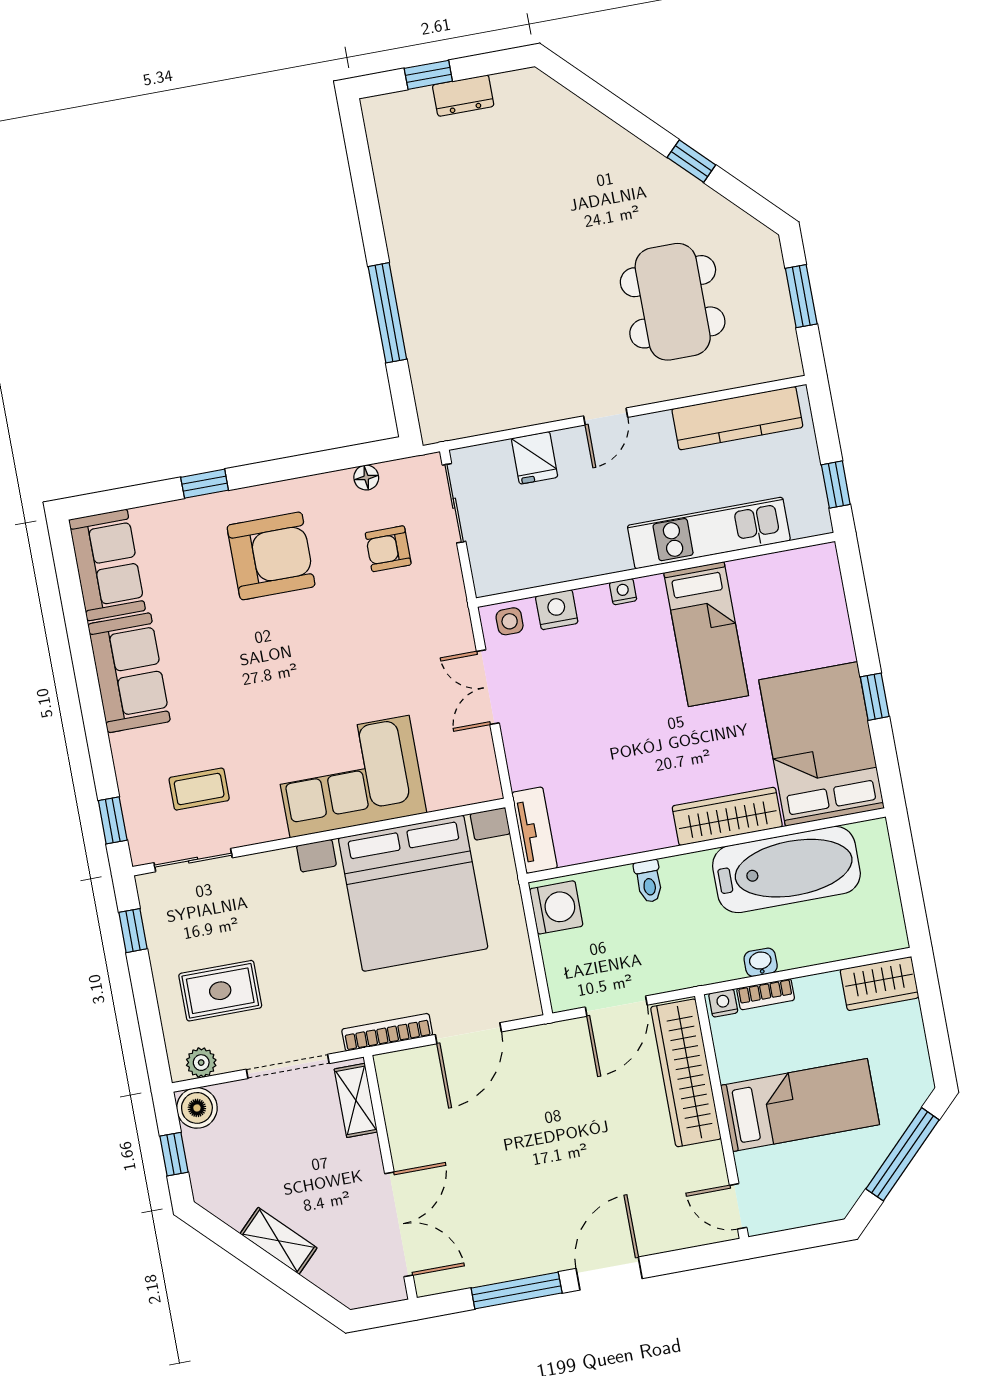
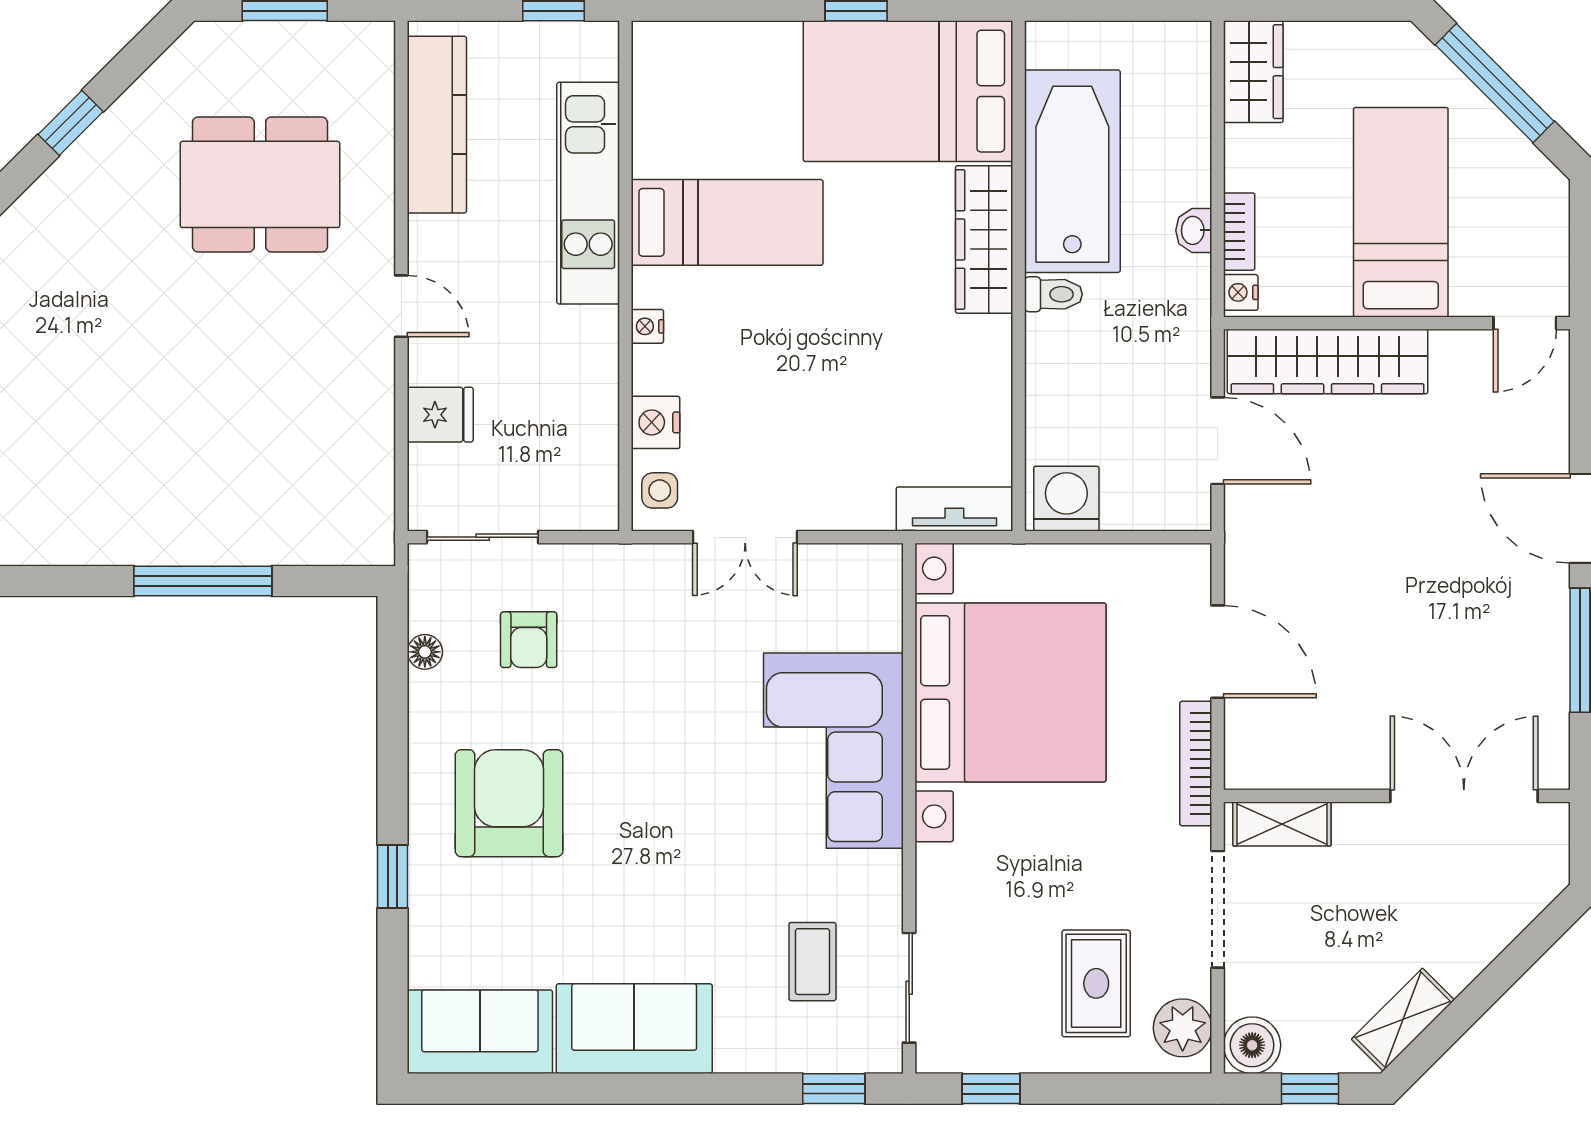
toilet: (649, 881) -> (1053, 294), moved
plant: (201, 1063) -> (1183, 1028), width x1.38, depth x1.38
shelving: (278, 1241) -> (1403, 1020), moved

